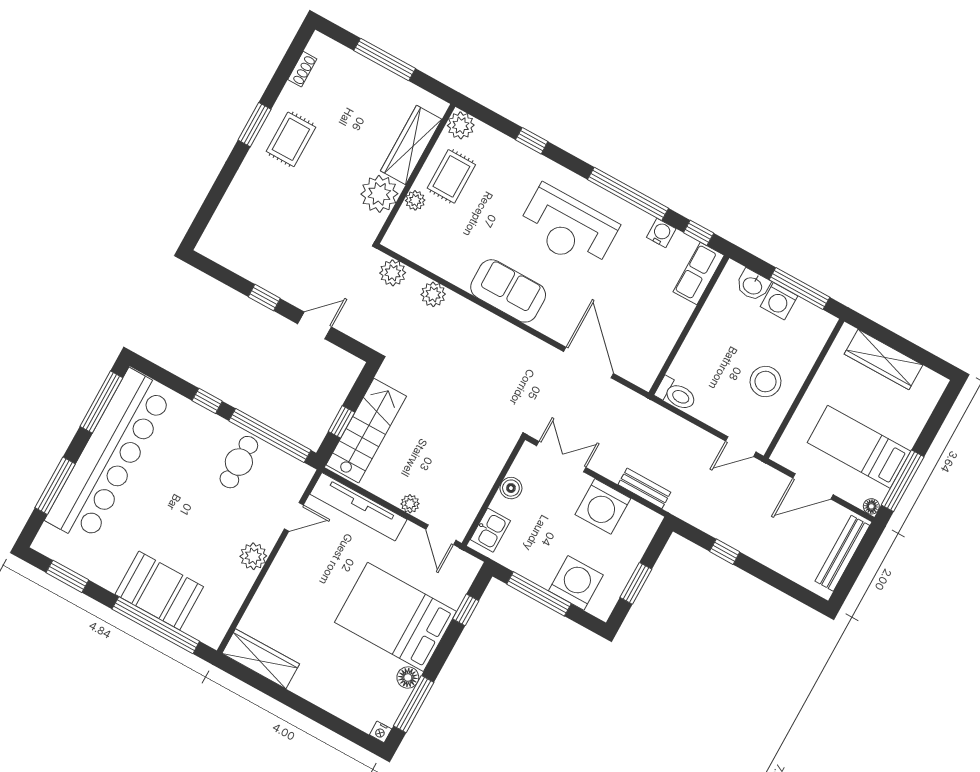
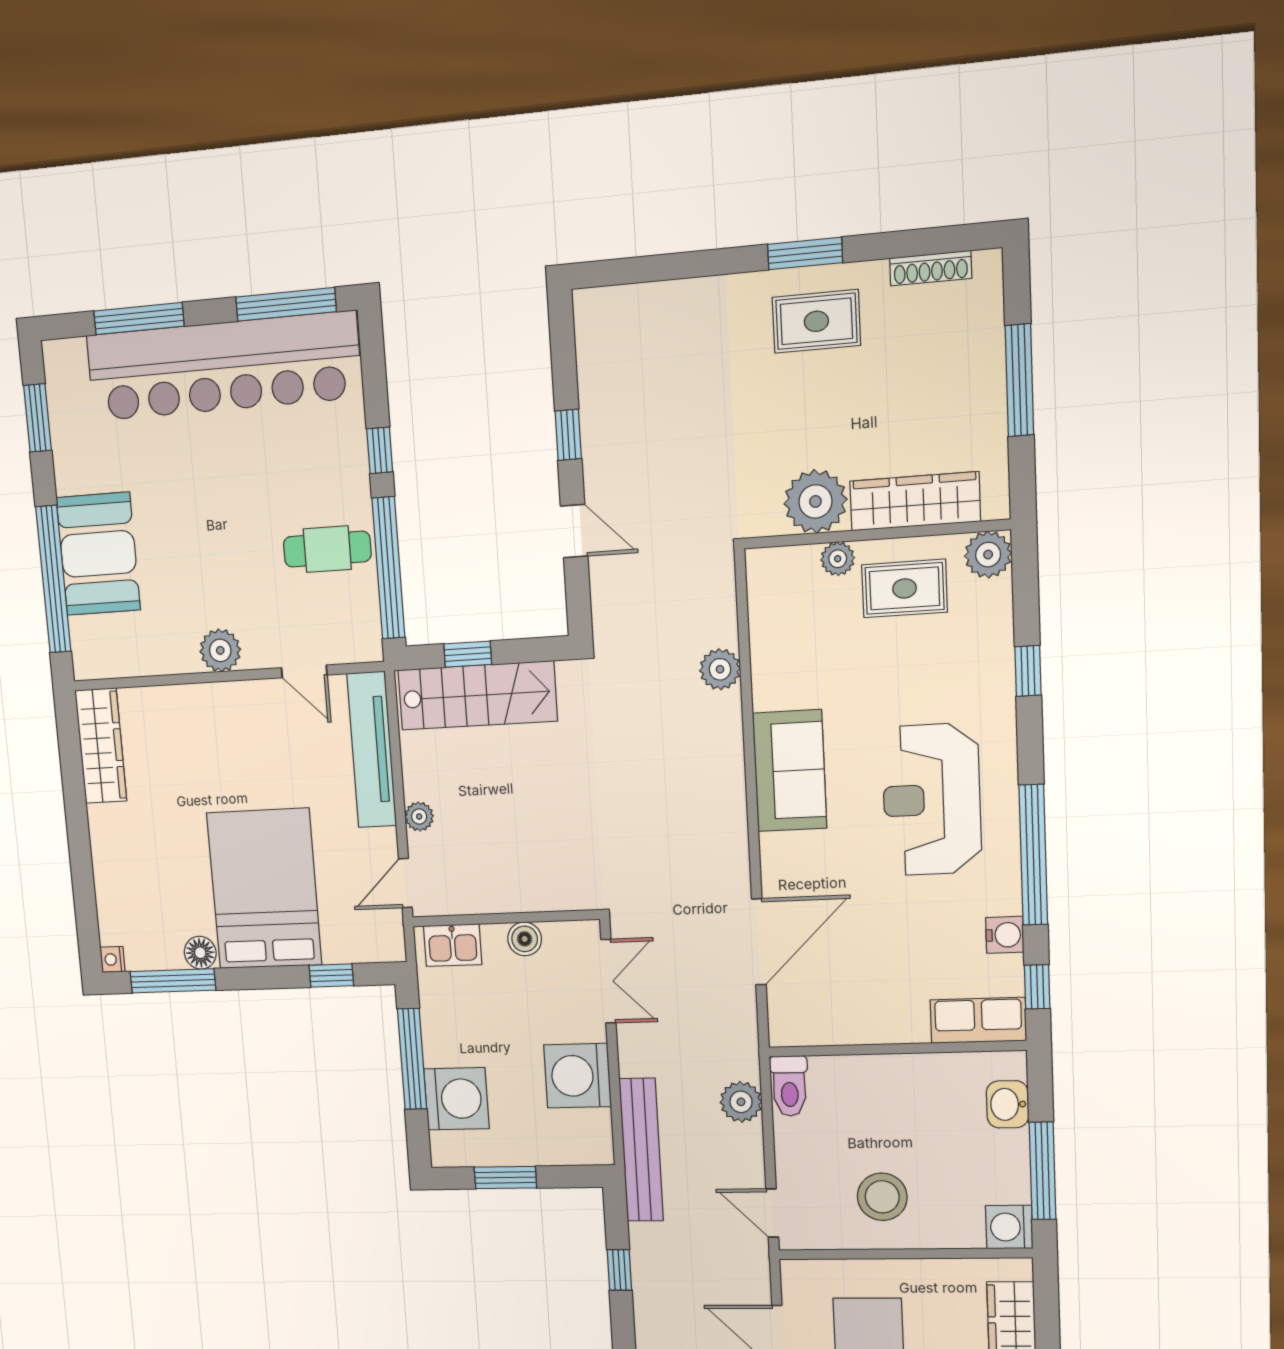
shoe rack: (302, 69) -> (931, 268), width x1.43
plant: (393, 273) -> (741, 1102), moved
washing machine: (779, 301) -> (1009, 1227), moved
bench: (644, 488) -> (641, 1150), width x1.86, depth x1.21

